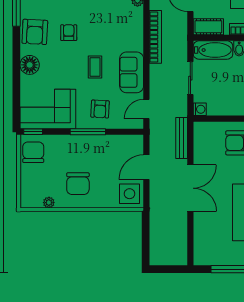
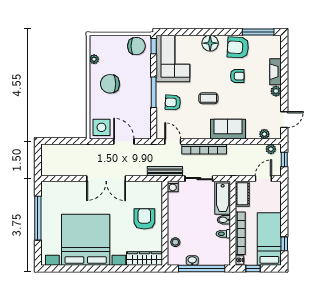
bookcase: (155, 37) -> (204, 149), moved
sofa: (132, 72) -> (228, 129), moved
bench: (182, 138) -> (165, 171), moved

